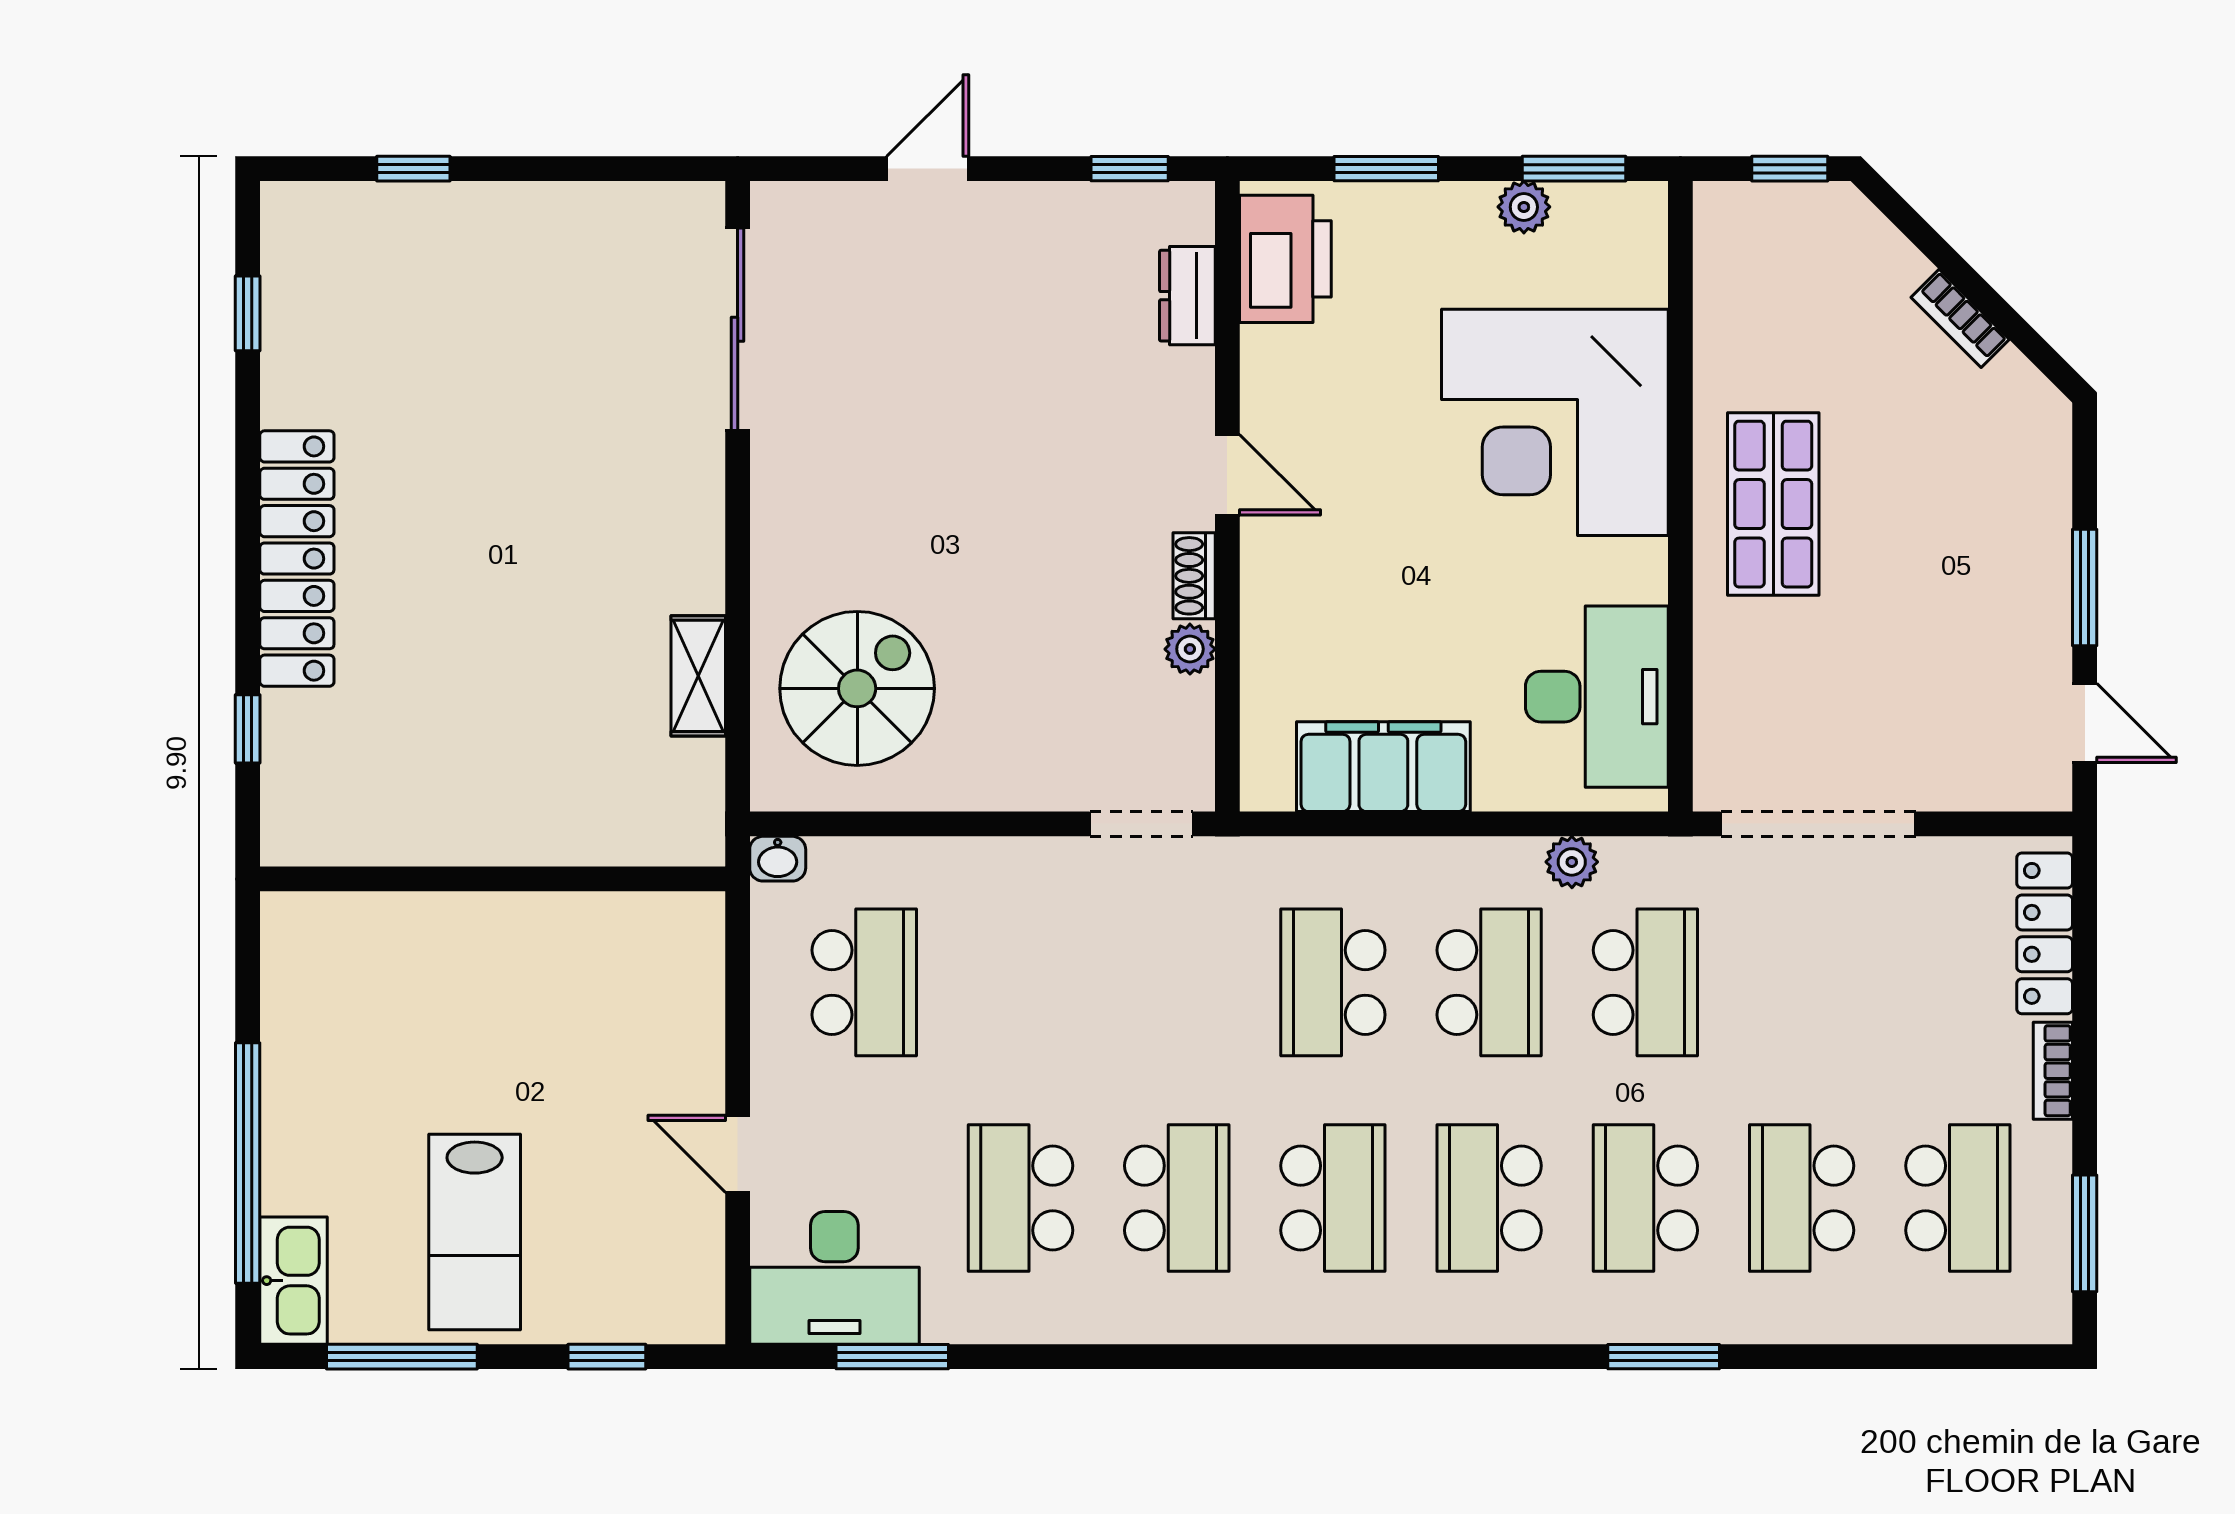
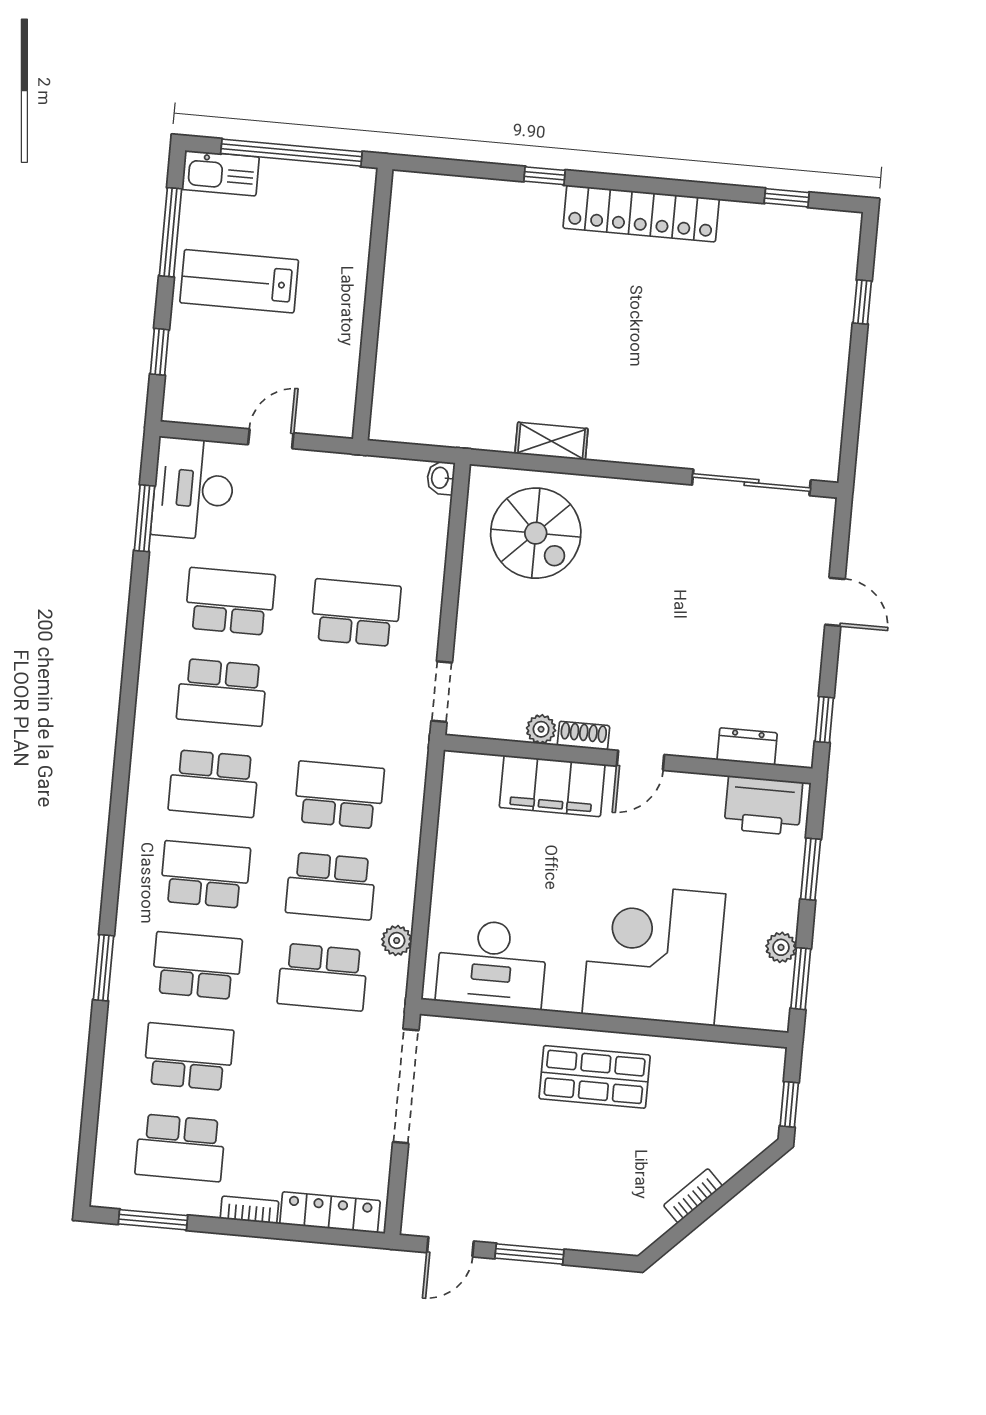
filing cabinet: (1383, 767) -> (552, 786), moved, turned 90
wall: (493, 879) -> (373, 304), moved
school desk: (864, 982) -> (356, 613), moved, turned 180

